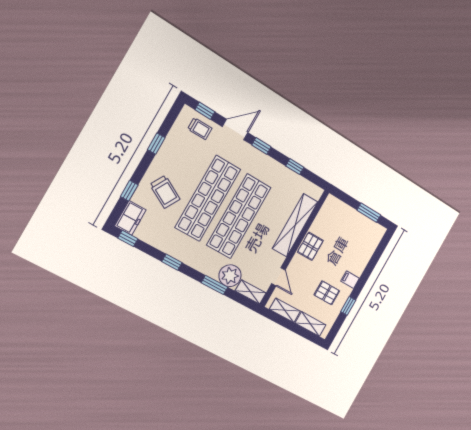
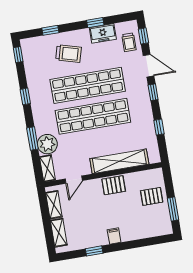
trolley: (165, 192) -> (68, 54), turned -103
freezer: (130, 218) -> (103, 33), moved
pallet: (327, 293) -> (152, 196), moved, turned 90

